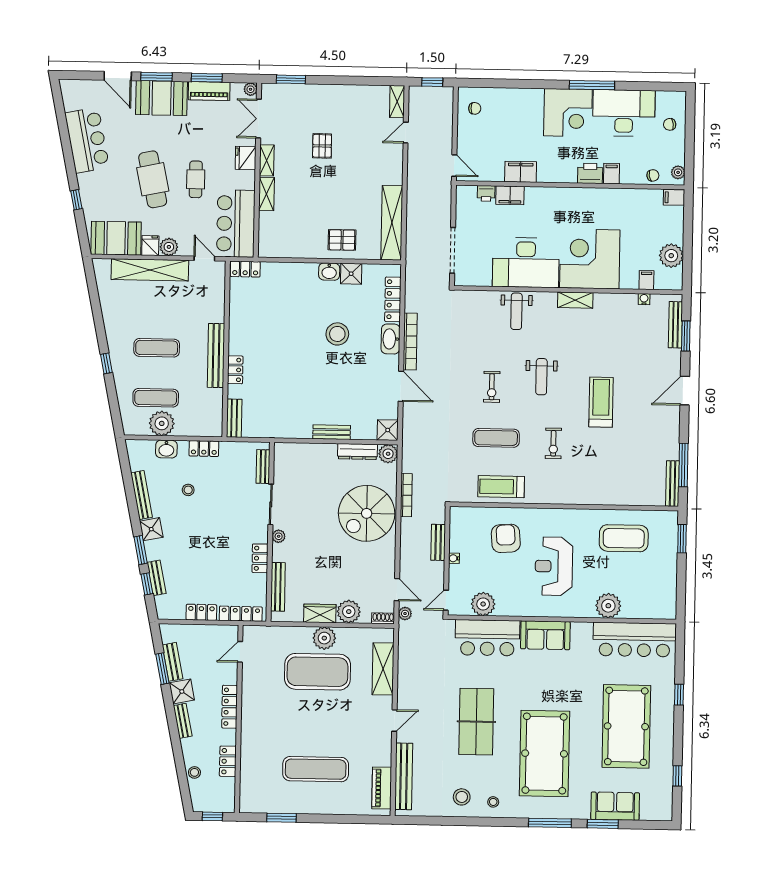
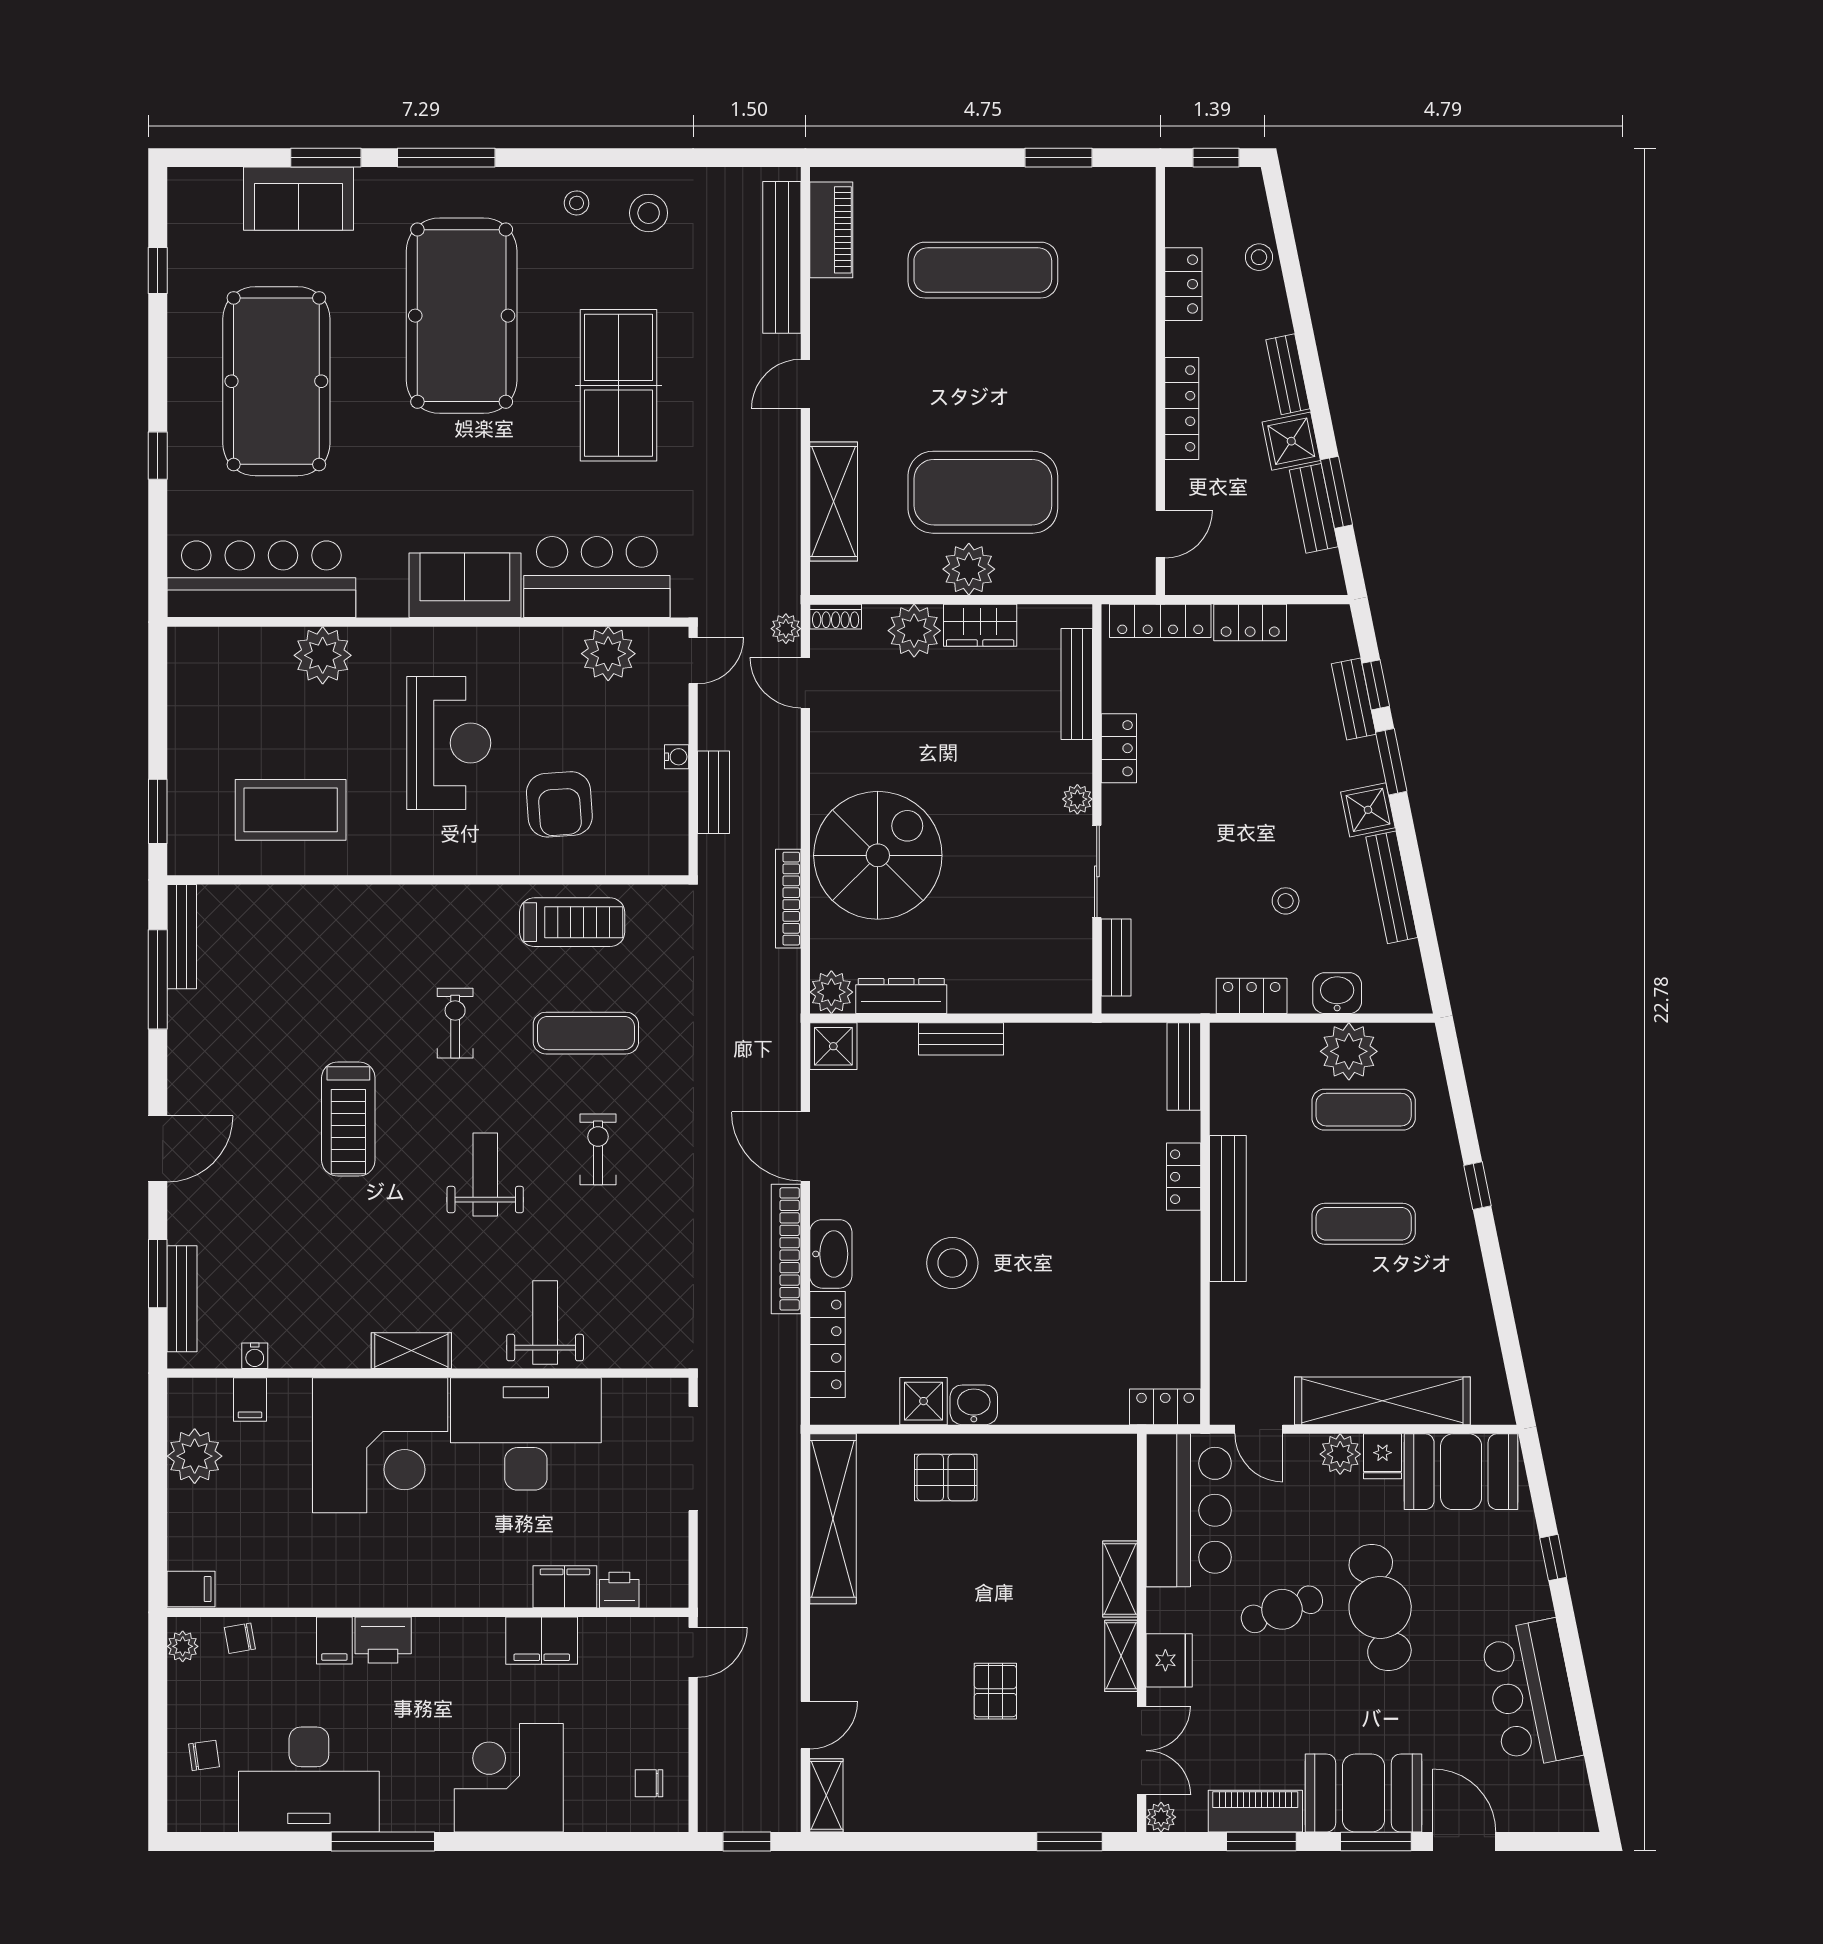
corner desk: (568, 113) -> (509, 1778), moved
door: (454, 165) -> (693, 1652), swing flipped
cafe table: (196, 179) -> (1282, 1609), turned 71

